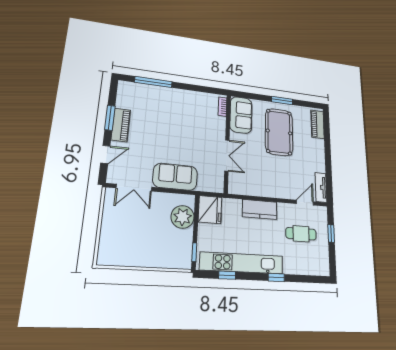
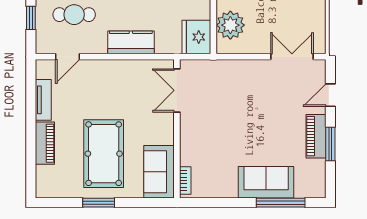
piano: (318, 124) -> (45, 143), moved
double door: (227, 155) -> (177, 90), moved
sofa: (175, 177) -> (266, 182), moved, turned 180
tv unit: (321, 187) -> (43, 100), moved

